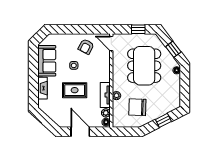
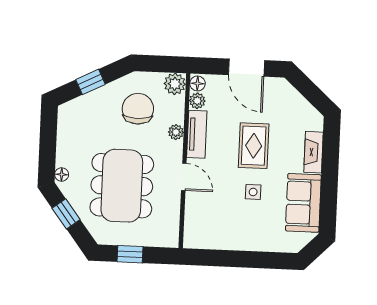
door: (111, 44) -> (184, 177), moved
armchair: (86, 47) -> (229, 226), removed
rug: (75, 90) -> (254, 146), turned 90
chair: (137, 107) -> (138, 109), turned -92
plant: (118, 121) -> (175, 84), added

